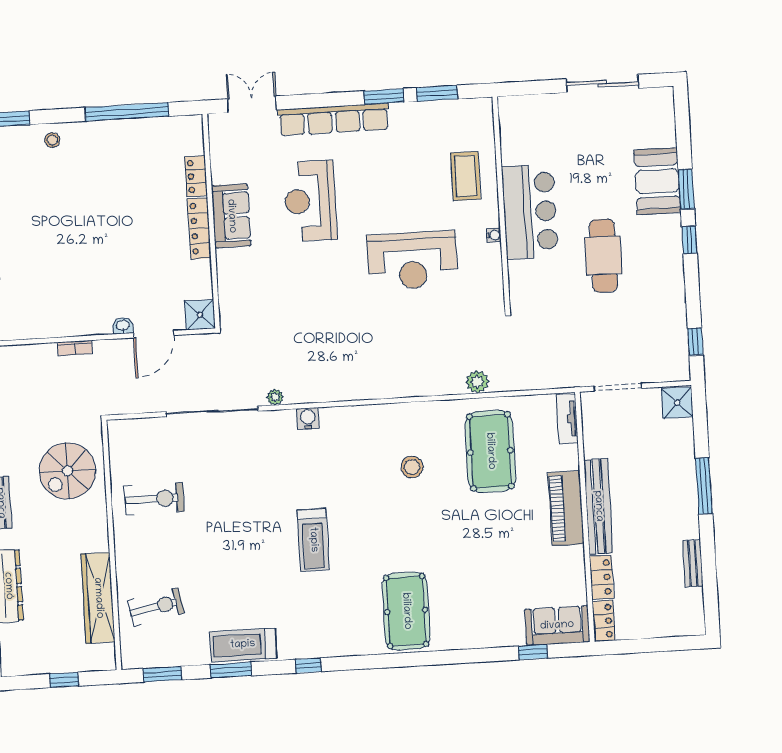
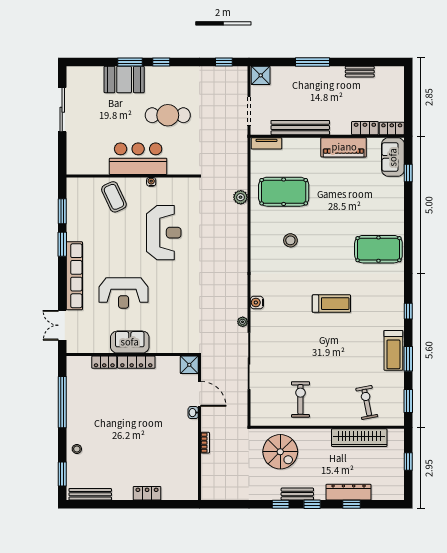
coffee table: (466, 176) -> (114, 197), turned 65
bench: (598, 506) -> (300, 128), moved
piano: (566, 508) -> (344, 147), moved

